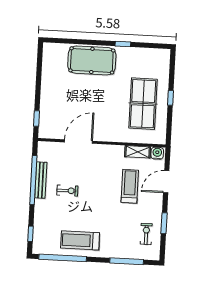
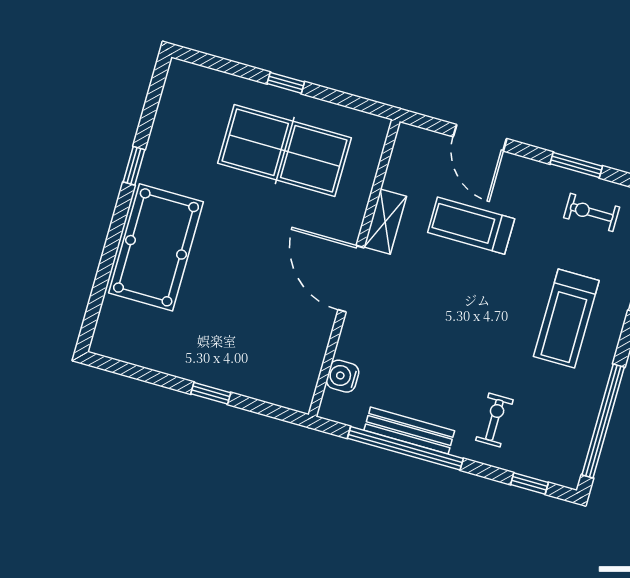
window: (37, 118) -> (211, 393), moved
door: (78, 142) -> (351, 279), moved
shelving: (138, 152) -> (385, 222), moved
water cooler: (157, 153) -> (343, 376), moved
exercise bike: (67, 191) -> (494, 420), moved
treadmill: (80, 240) -> (566, 318), moved

